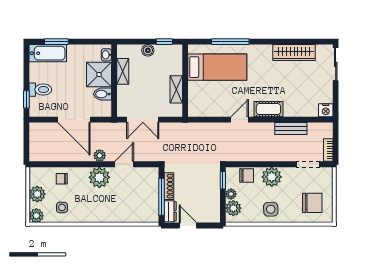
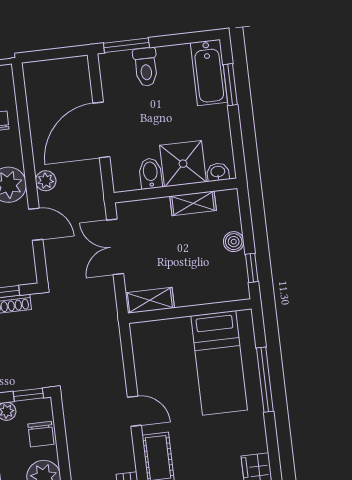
shelving: (176, 89) -> (150, 300), moved
window: (26, 99) -> (126, 45), width x1.50

